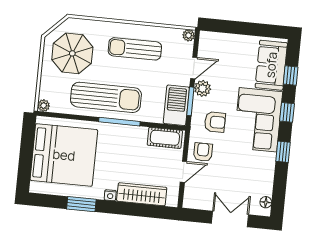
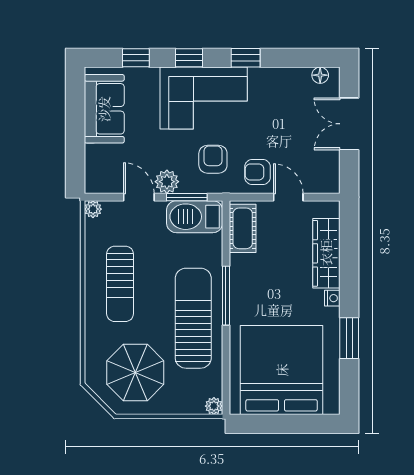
sofa: (271, 65) -> (104, 109), moved, turned -90

